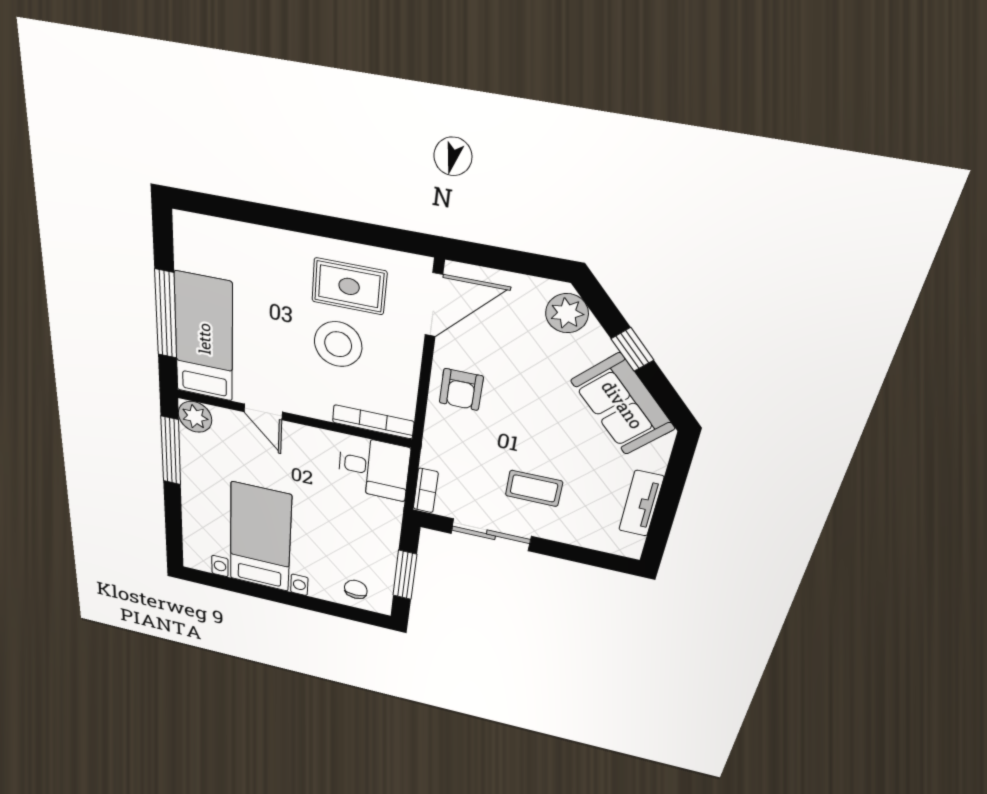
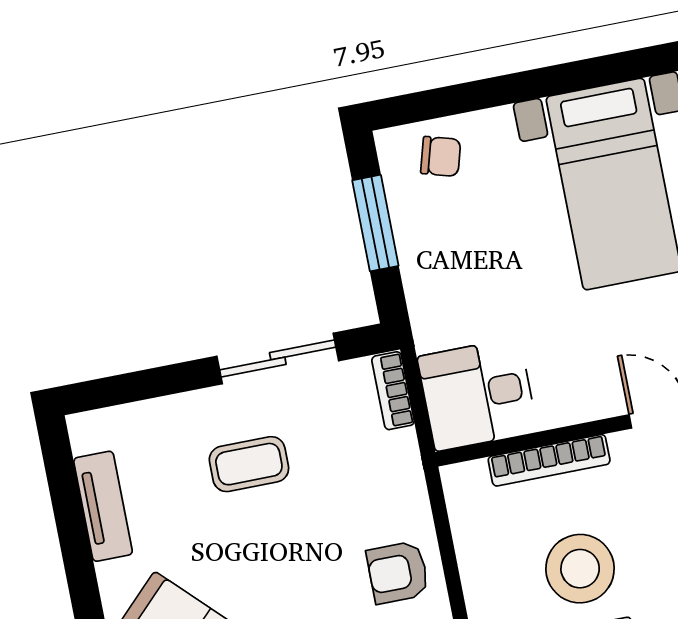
armchair: (461, 390) -> (398, 572), turned -90
bookcase: (373, 422) -> (549, 460), moved
chair: (356, 589) -> (441, 156), turned -74

